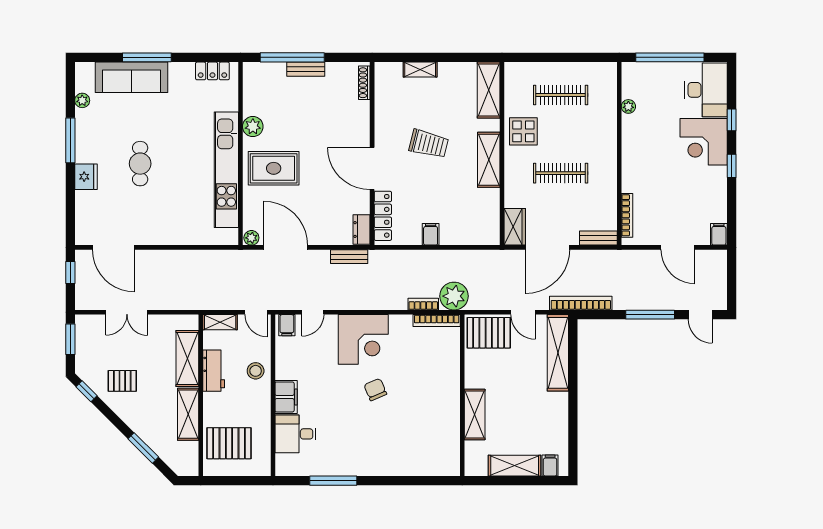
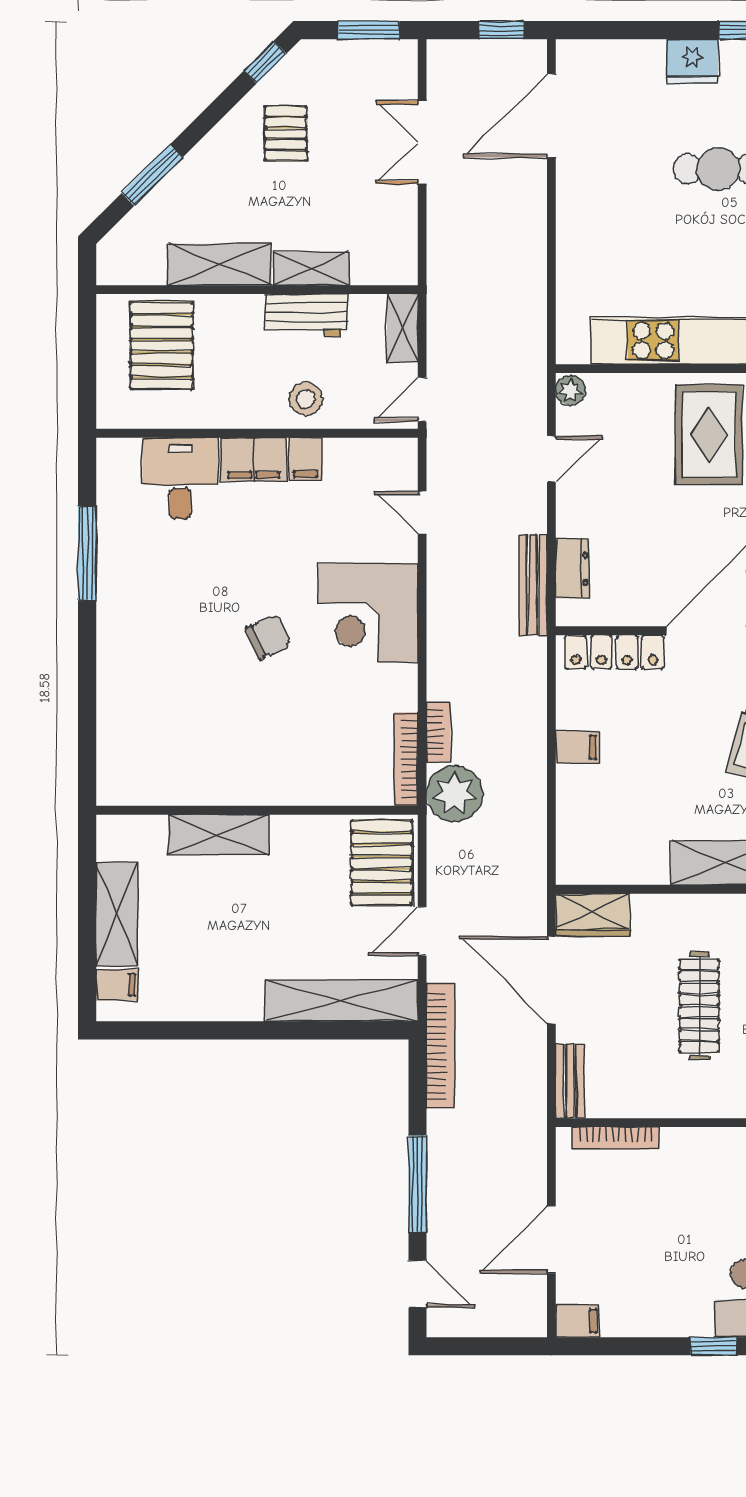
dresser: (362, 230) -> (572, 569), moved, turned 90
door: (286, 247) -> (551, 459), width x0.53
bench: (349, 257) -> (533, 585), width x1.36
door: (700, 315) -> (418, 1284), swing flipped
filing cabinet: (287, 325) -> (306, 459), moved, turned -90
shelving: (187, 359) -> (311, 269), width x0.67, depth x0.75

